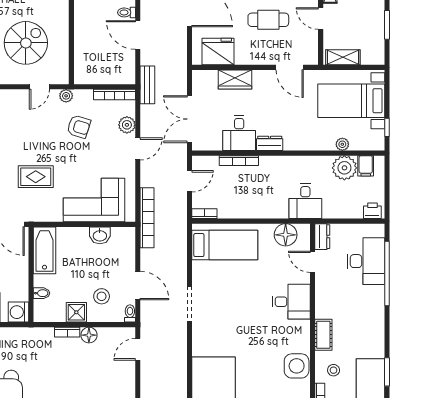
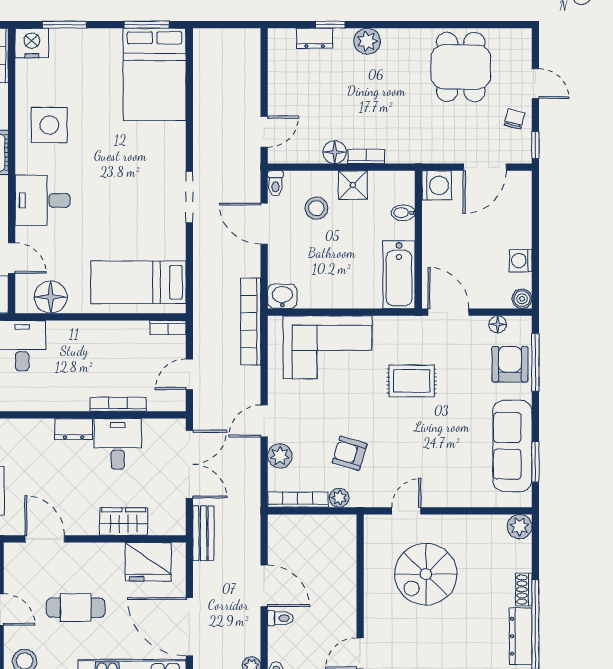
bench: (147, 85) -> (203, 533), moved
plant: (66, 96) -> (339, 498), moved
washbasin: (100, 235) -> (282, 296), moved
side table: (297, 366) -> (49, 125), moved

